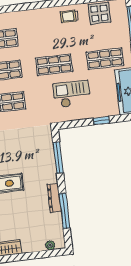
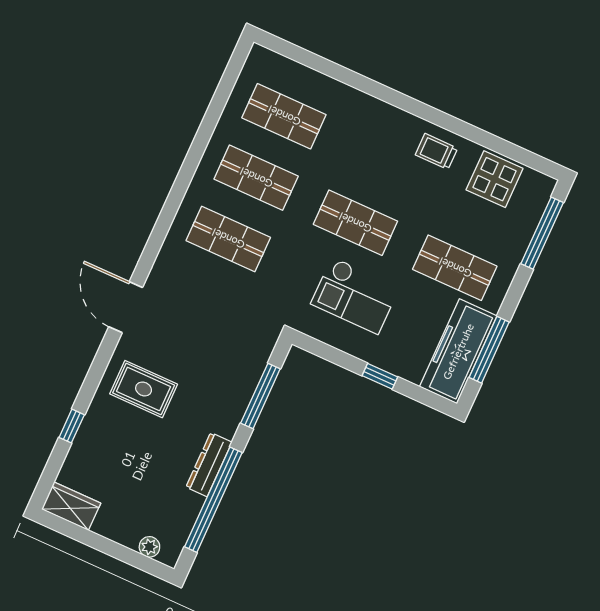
checkout: (72, 94) -> (355, 296), turned 180
window: (64, 211) -> (213, 500), width x1.46

